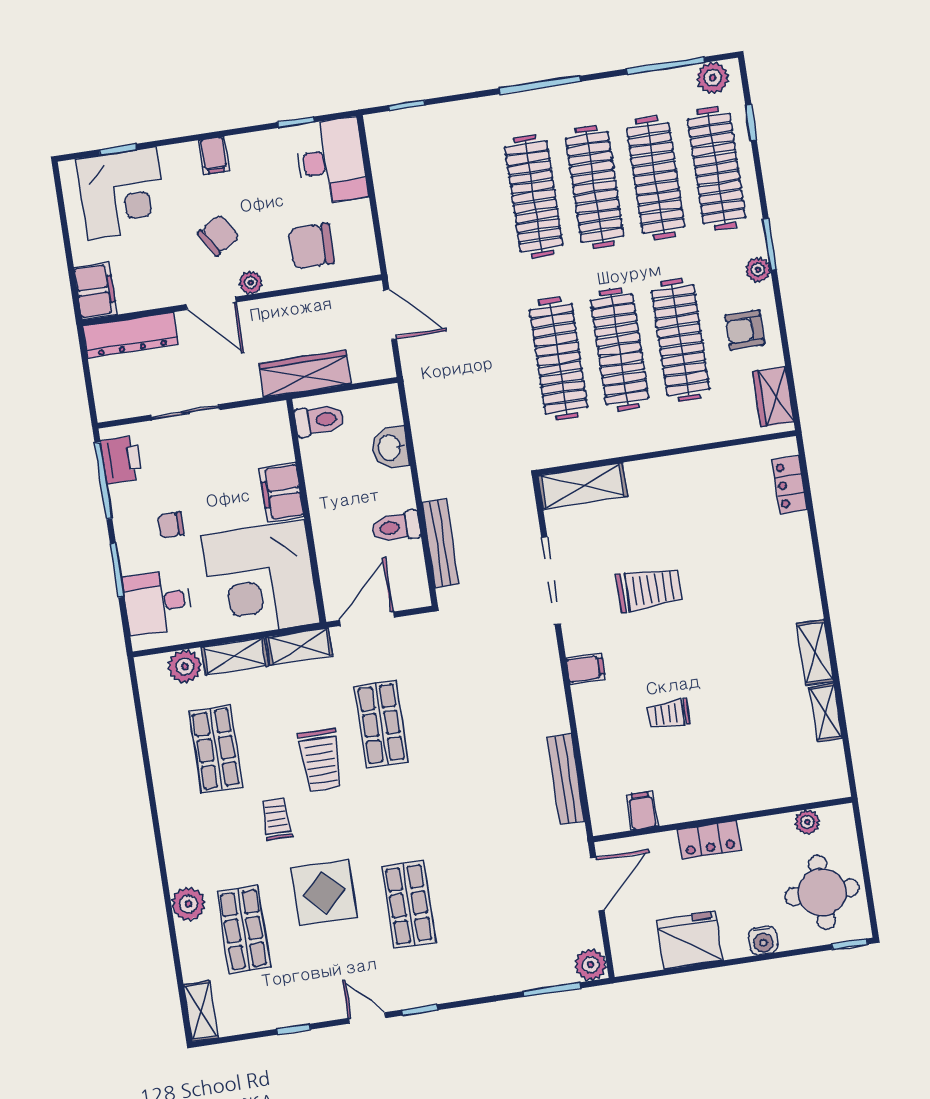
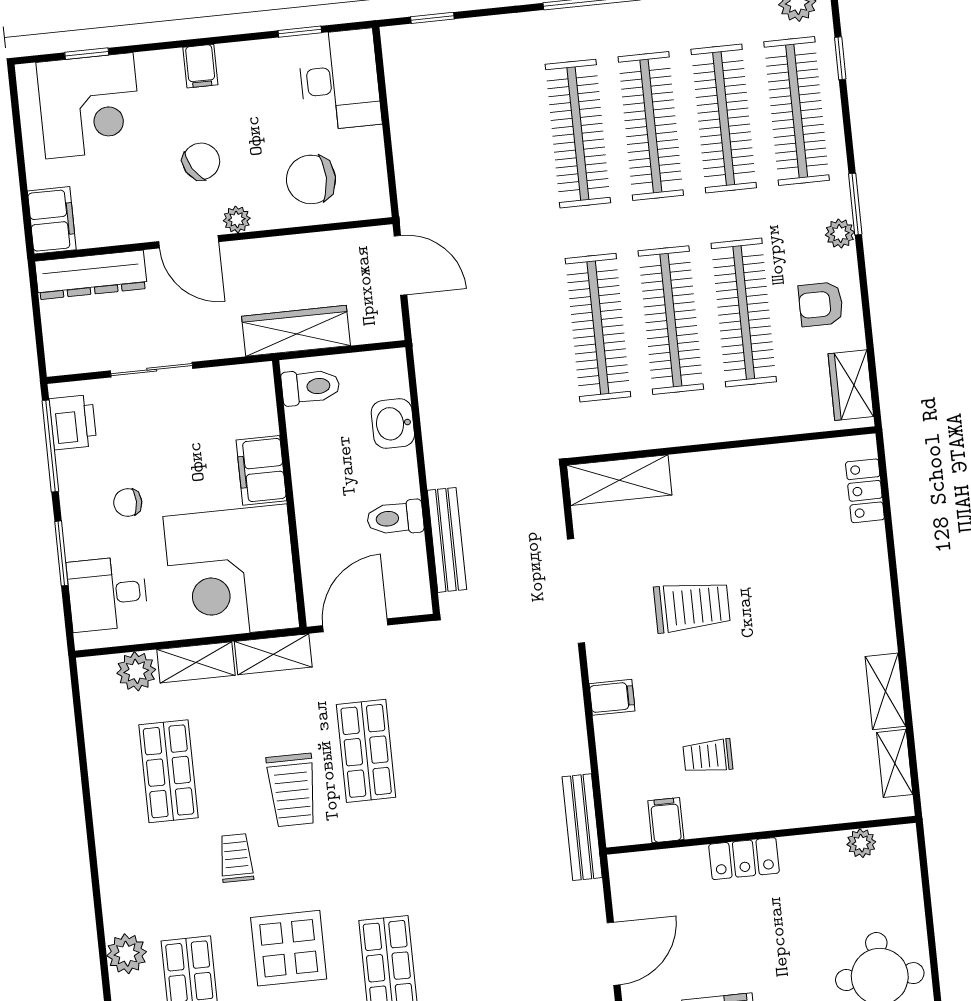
filing cabinet: (642, 811) -> (666, 820), moved
wall: (723, 819) -> (761, 835), moved
plant: (807, 822) -> (861, 843), moved
locker: (709, 840) -> (744, 859), moved

